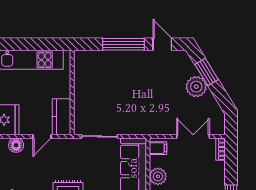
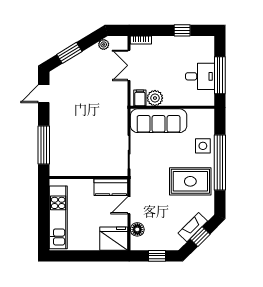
window: (124, 44) -> (44, 145), moved
plant: (196, 87) -> (104, 44), moved, width x0.53, depth x0.53
door: (42, 136) -> (129, 205), swing flipped
plant: (158, 176) -> (155, 98), moved

